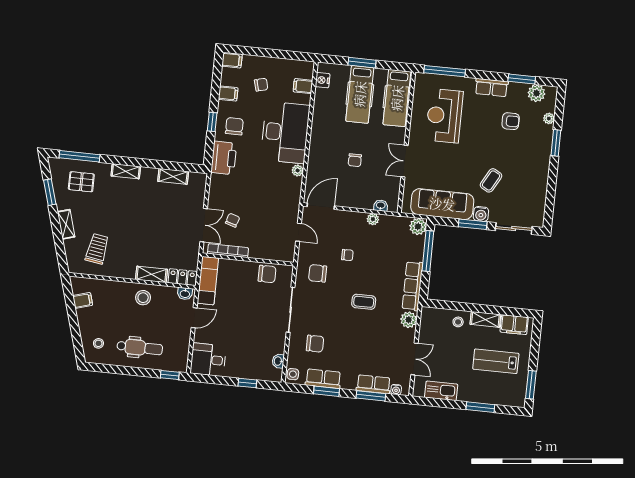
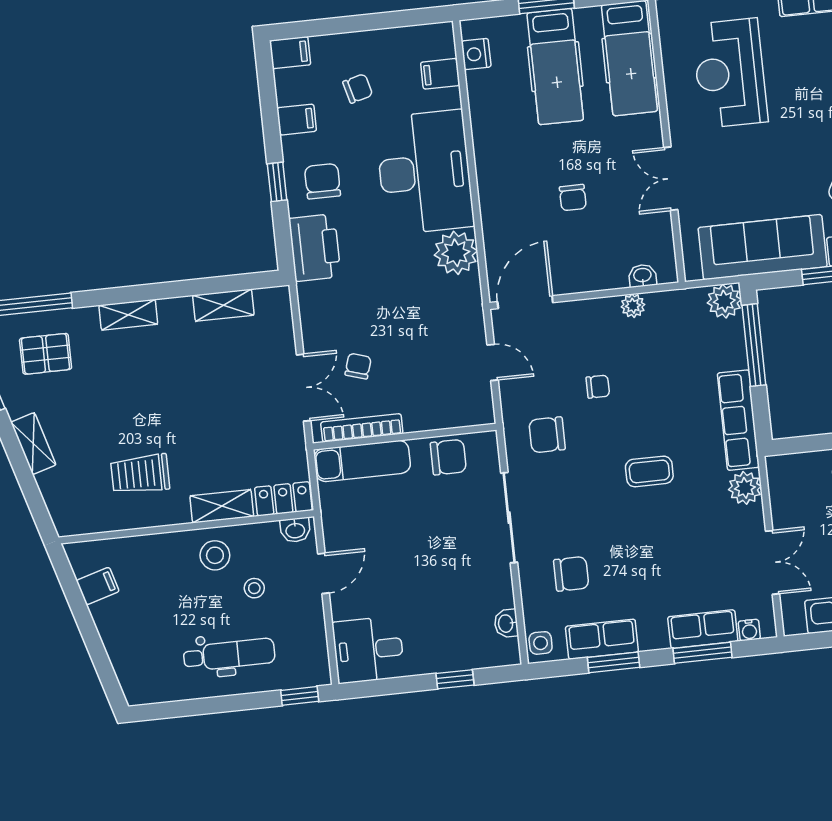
plant: (298, 171) -> (456, 253), width x1.88, depth x1.88
trolley: (97, 249) -> (140, 474), moved, turned -99
exam couch: (208, 281) -> (362, 461), moved, turned 90
stool: (98, 343) -> (254, 588), moved

